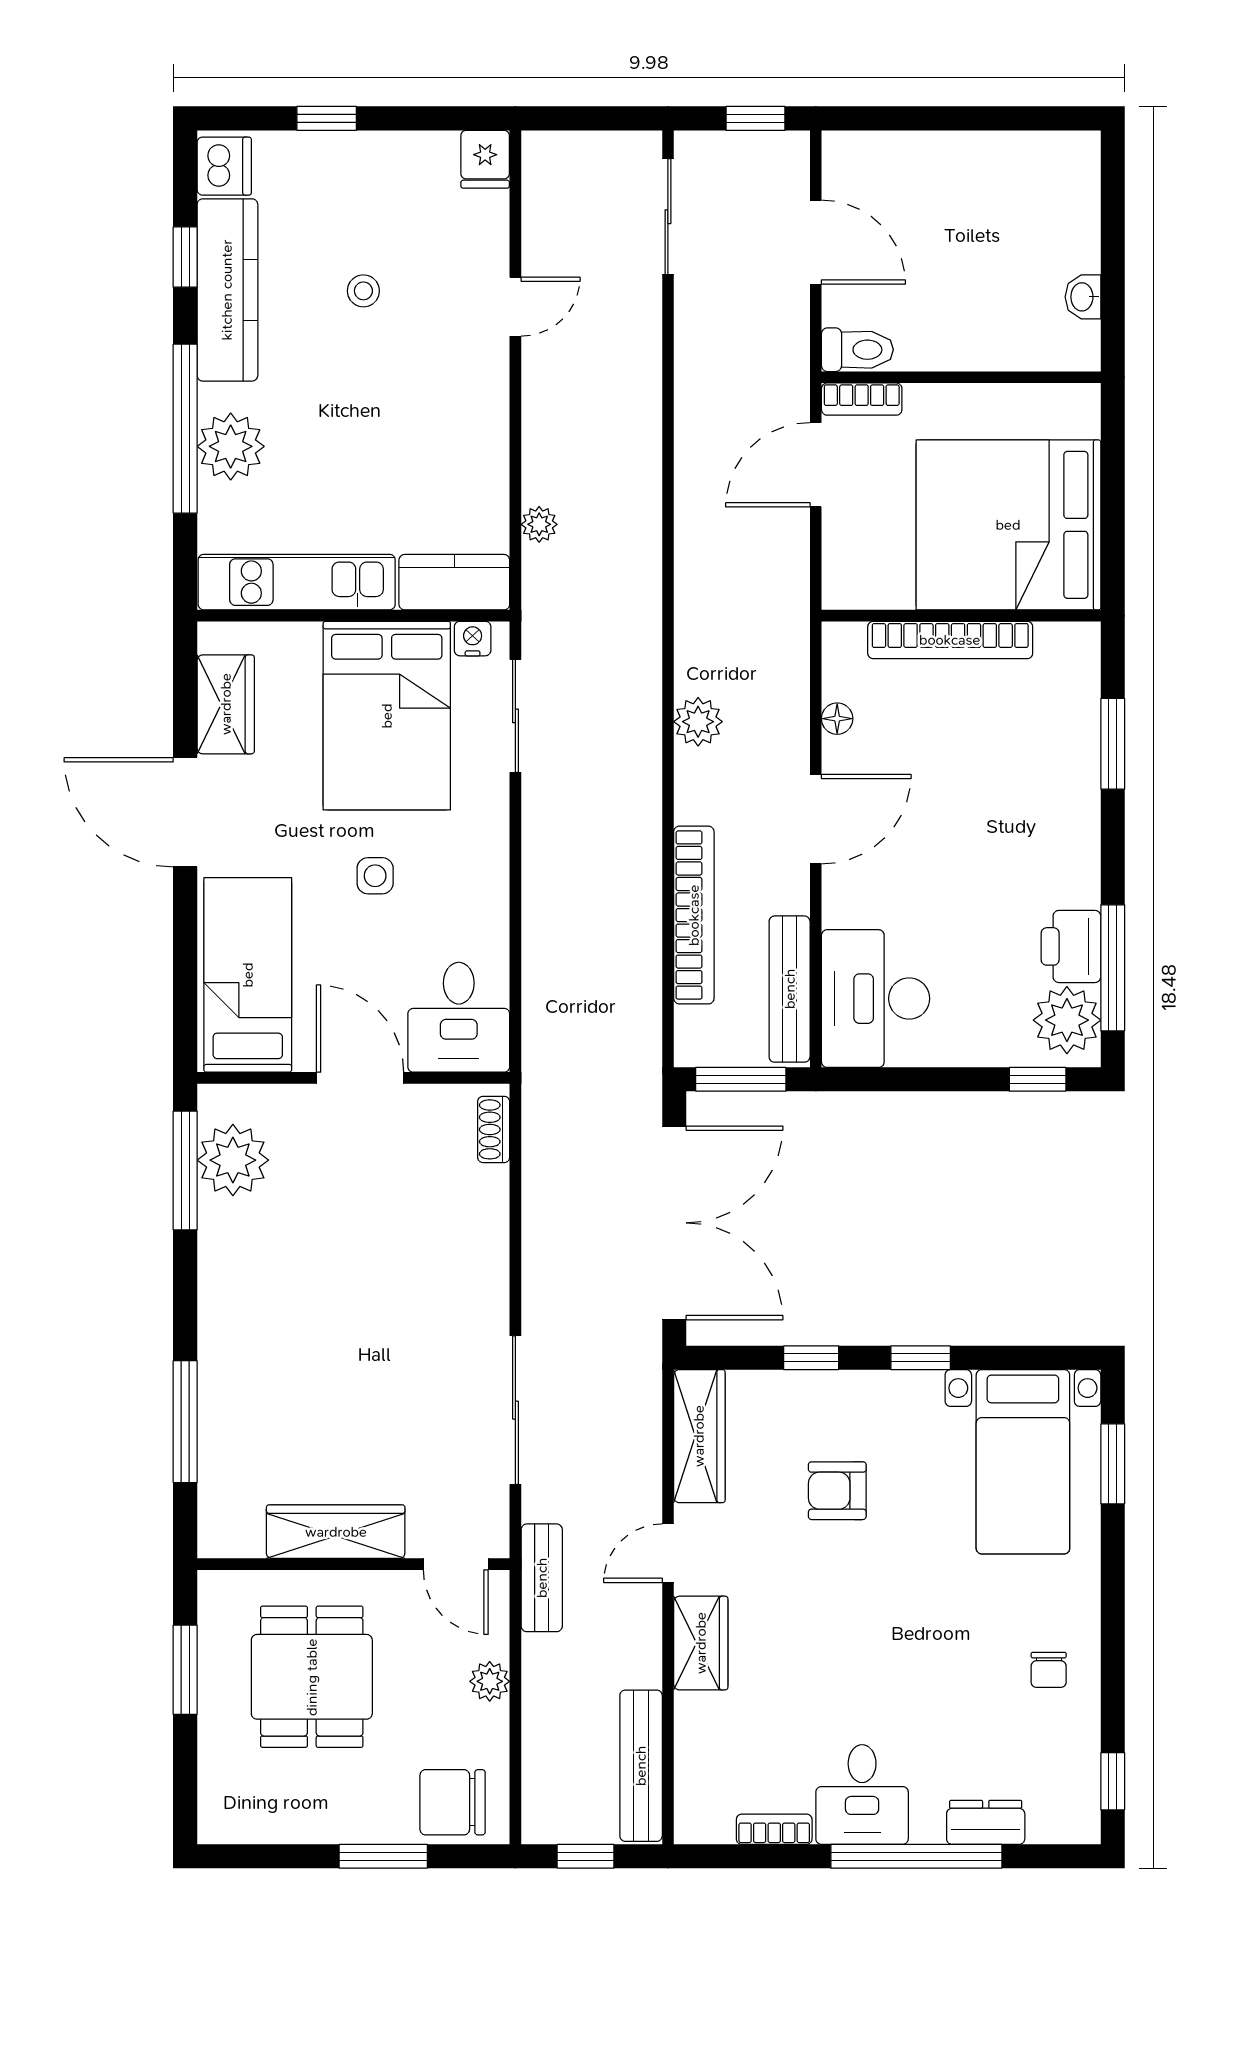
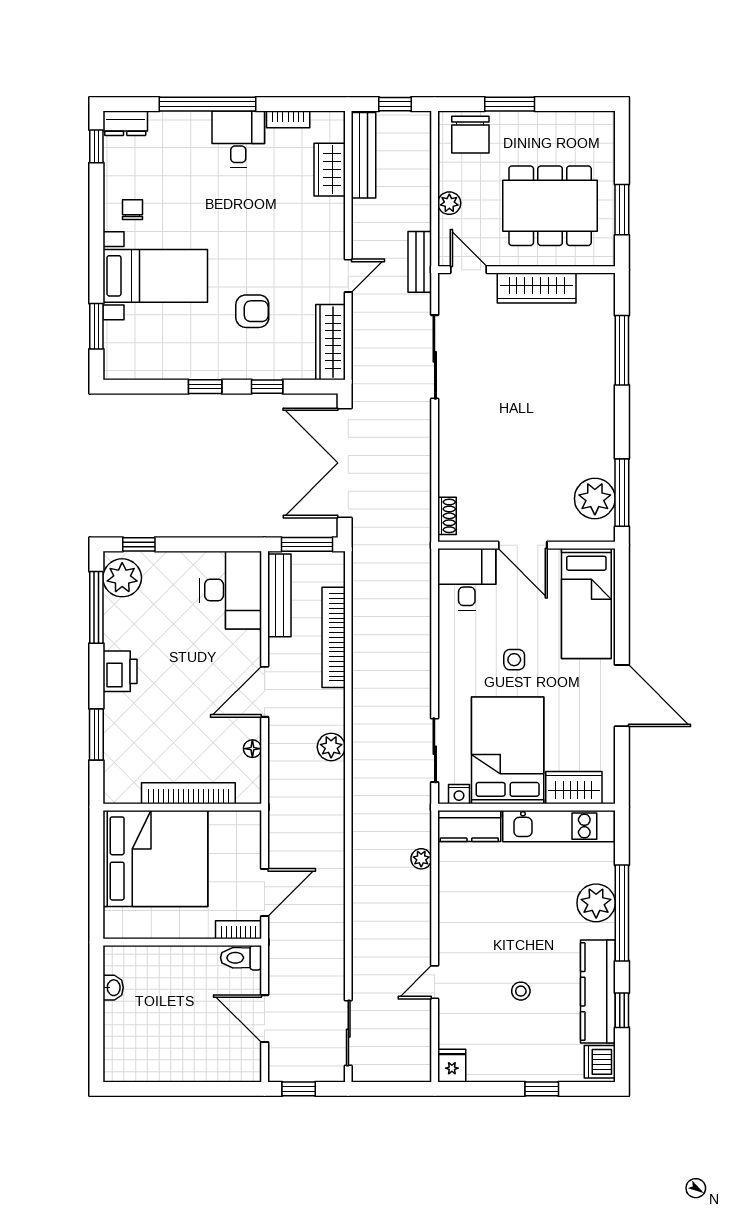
wardrobe: (226, 704) -> (574, 788), moved, turned 90
printer: (1071, 946) -> (120, 671), moved
bed with nightstands: (1023, 1462) -> (155, 276), moved, turned 90
wardrobe: (701, 1643) -> (330, 170), moved
dining table: (312, 1677) -> (550, 206), width x1.38
chair: (453, 1802) -> (470, 135), turned 90
dresser: (986, 1822) -> (125, 123), moved

